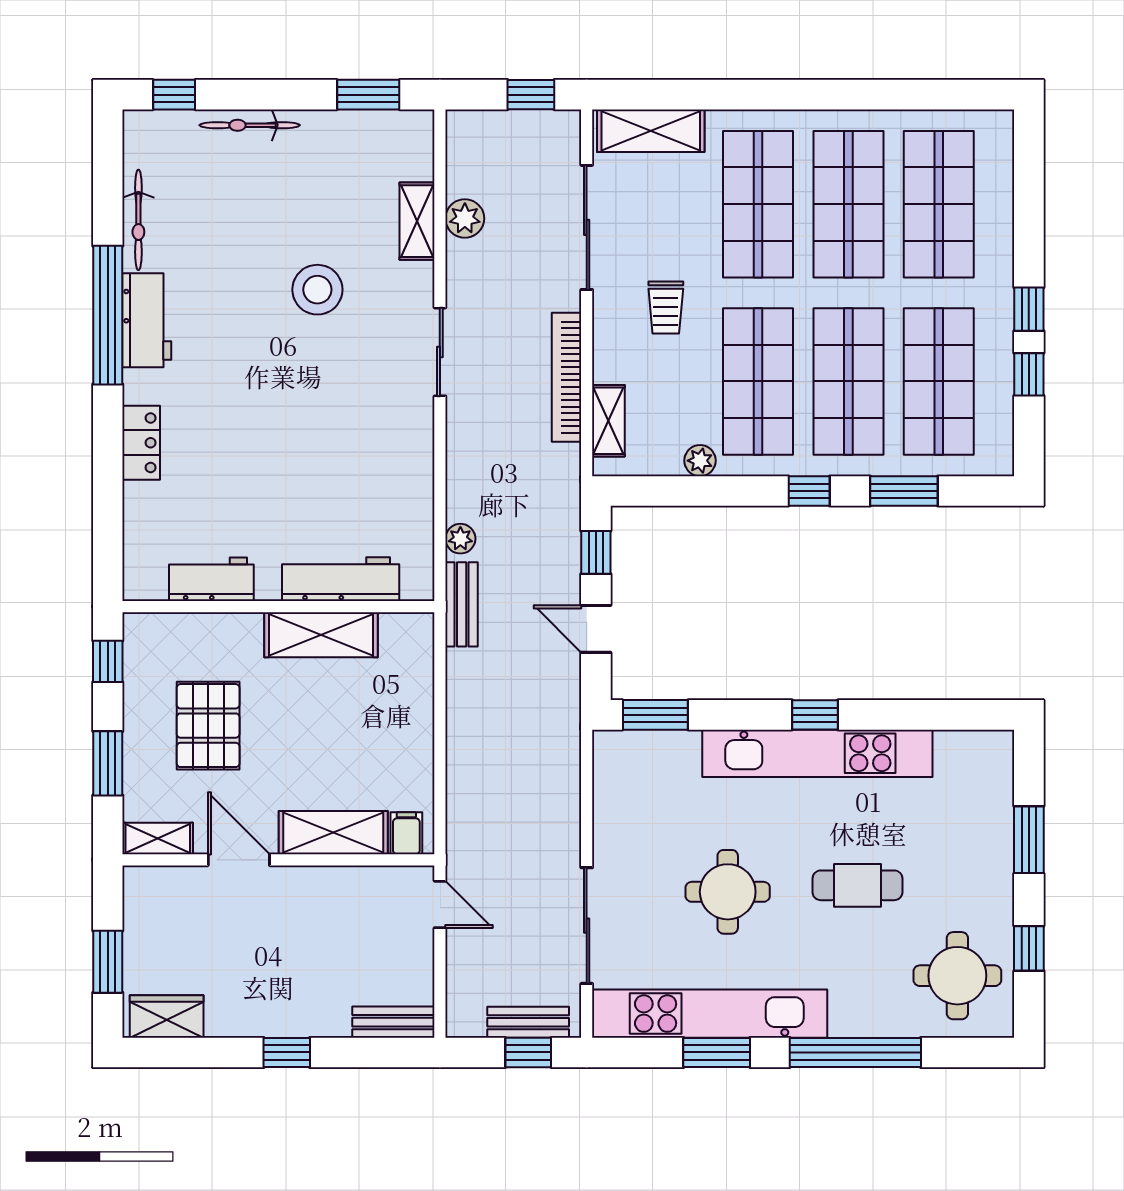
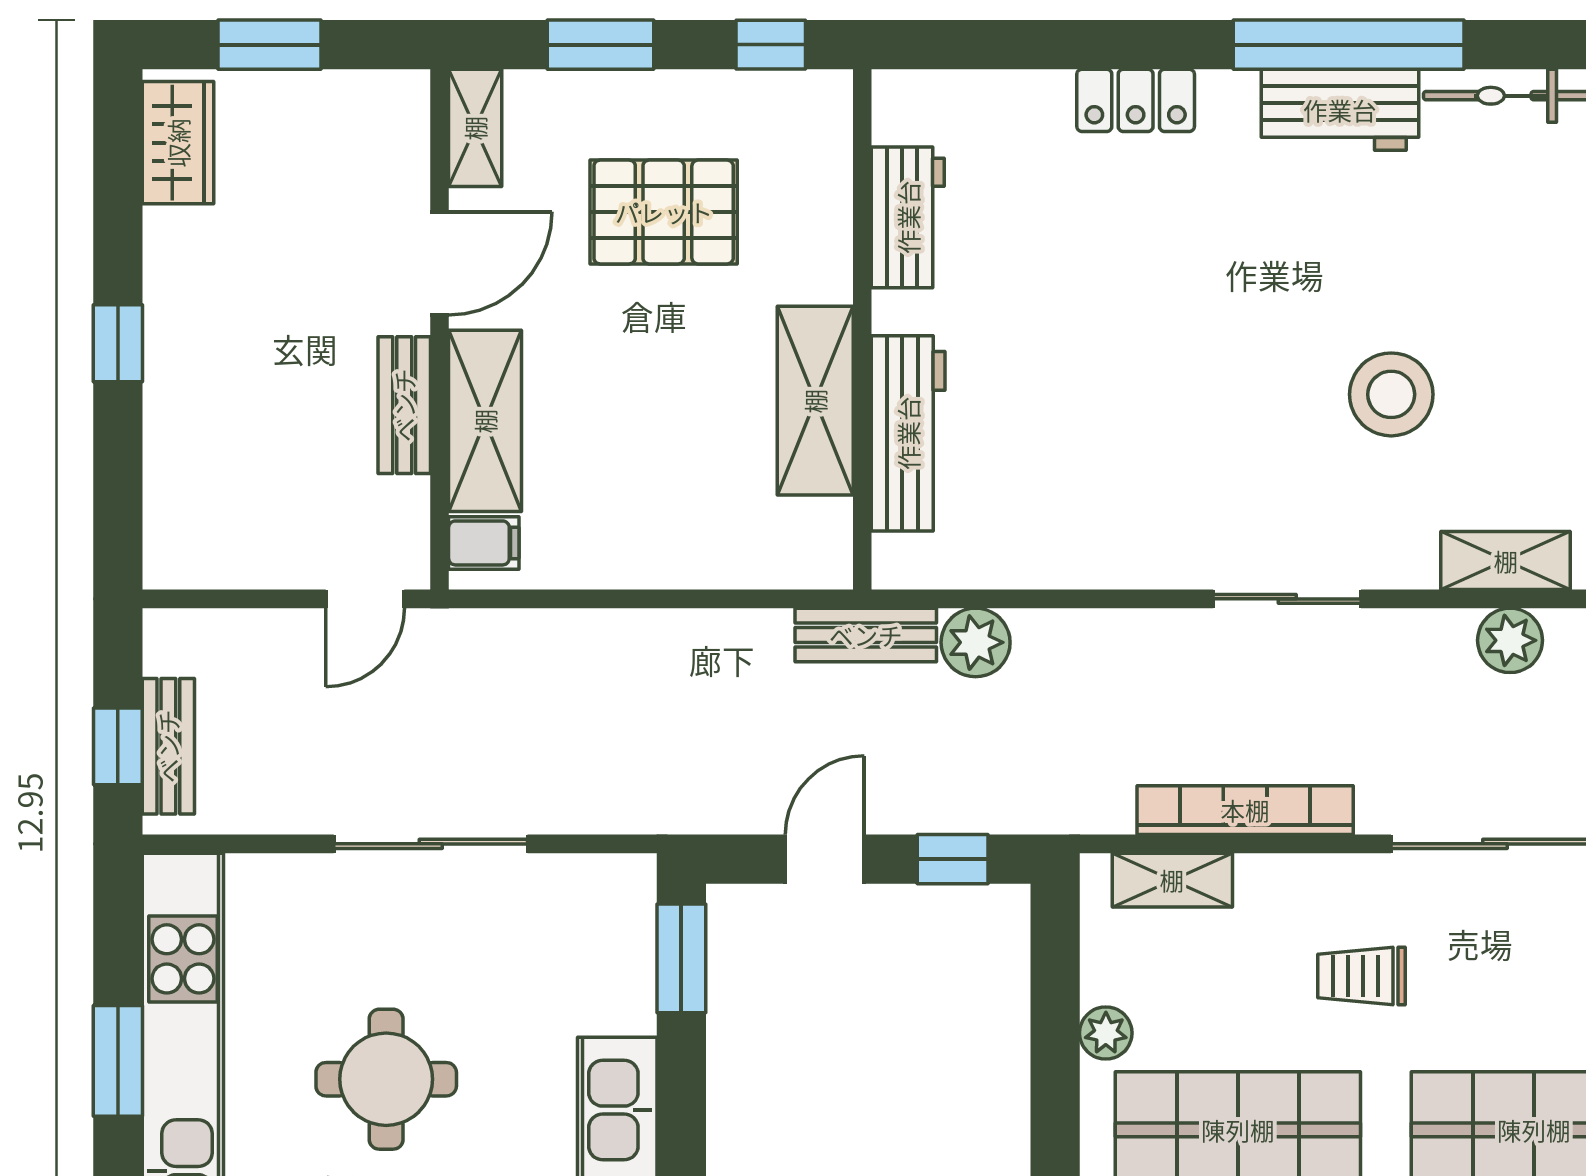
plant: (460, 539) -> (976, 642), width x1.38, depth x1.38
sliding door: (587, 926) -> (431, 844), moved
bench: (393, 1022) -> (404, 405), moved

